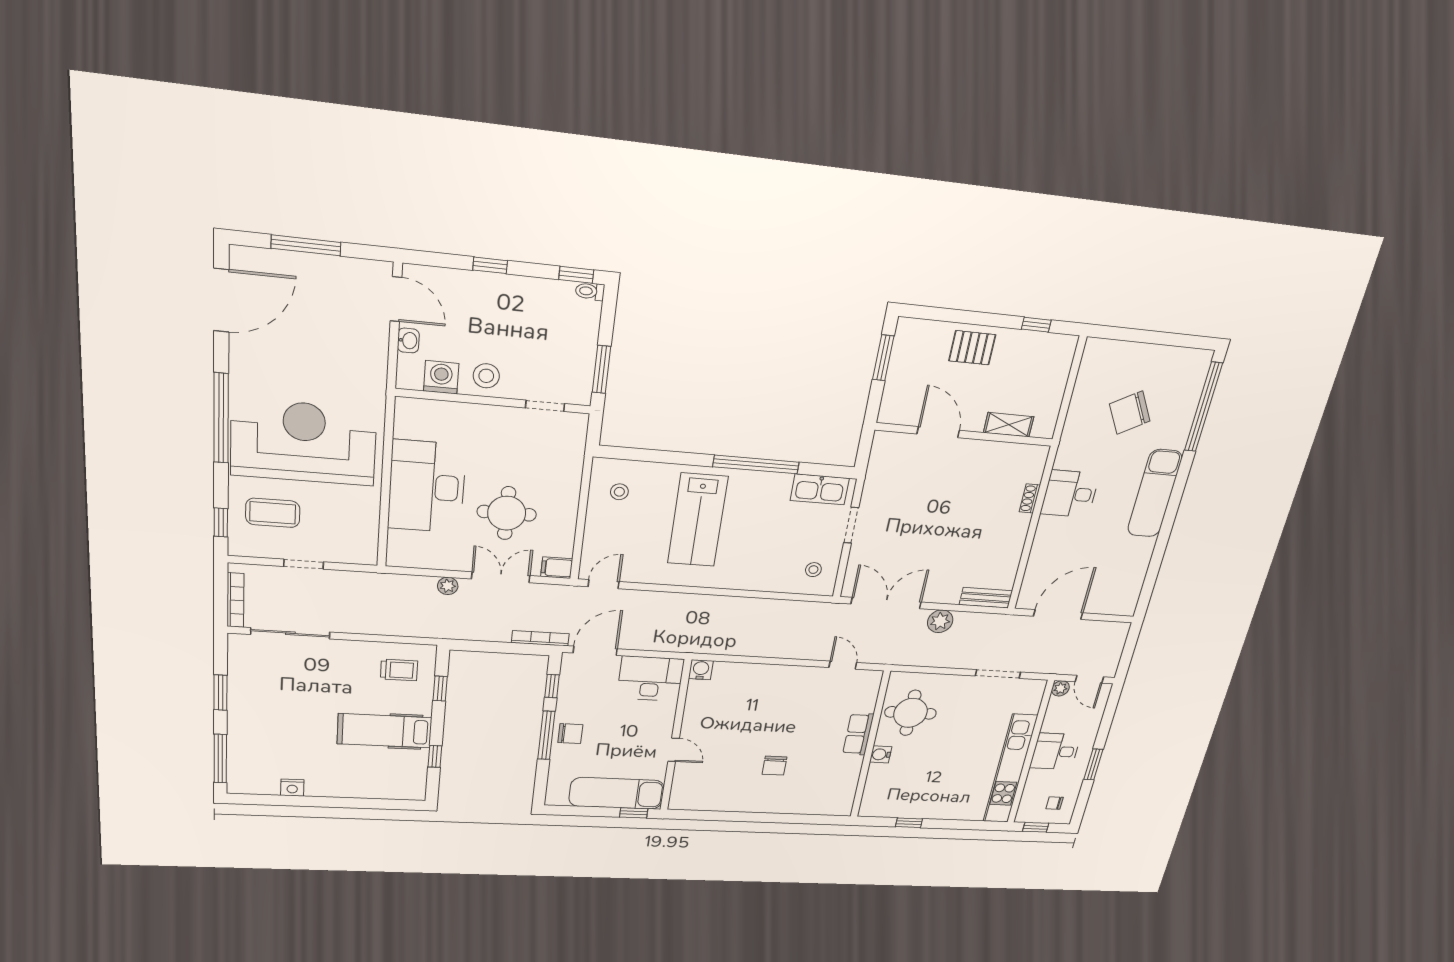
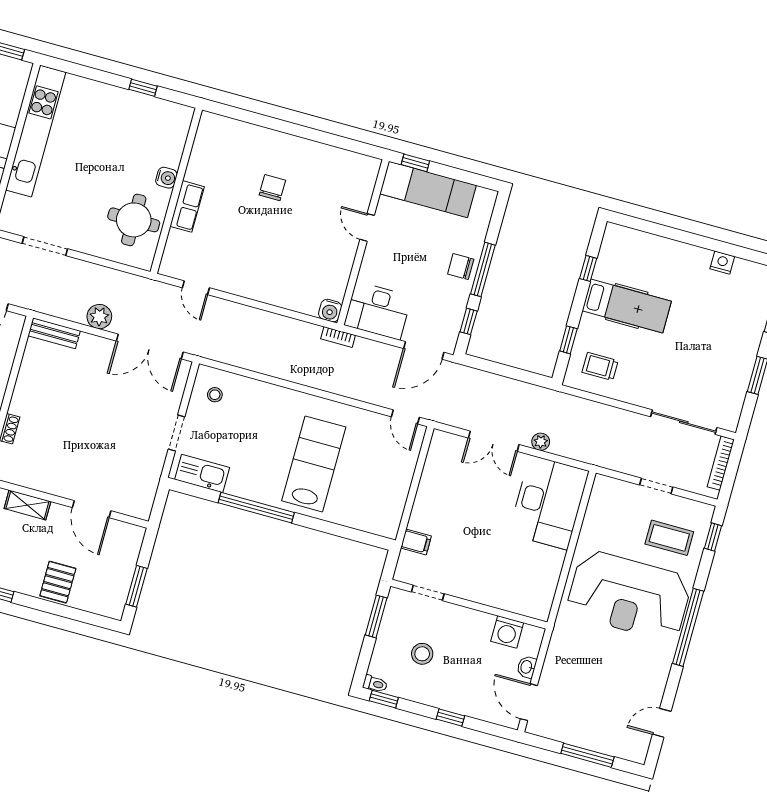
door: (221, 300) -> (662, 723), width x0.53
pallet: (972, 348) -> (58, 582), turned 90
stool: (486, 376) -> (422, 654), moved
desk: (427, 487) -> (549, 502), moved
stool: (619, 492) -> (378, 504), removed
round table: (507, 513) -> (477, 501), removed
filing cabinet: (557, 568) -> (416, 542), moved
door: (604, 584) -> (405, 417), hinge flipped
bookcase: (540, 638) -> (338, 337), moved, width x0.64

